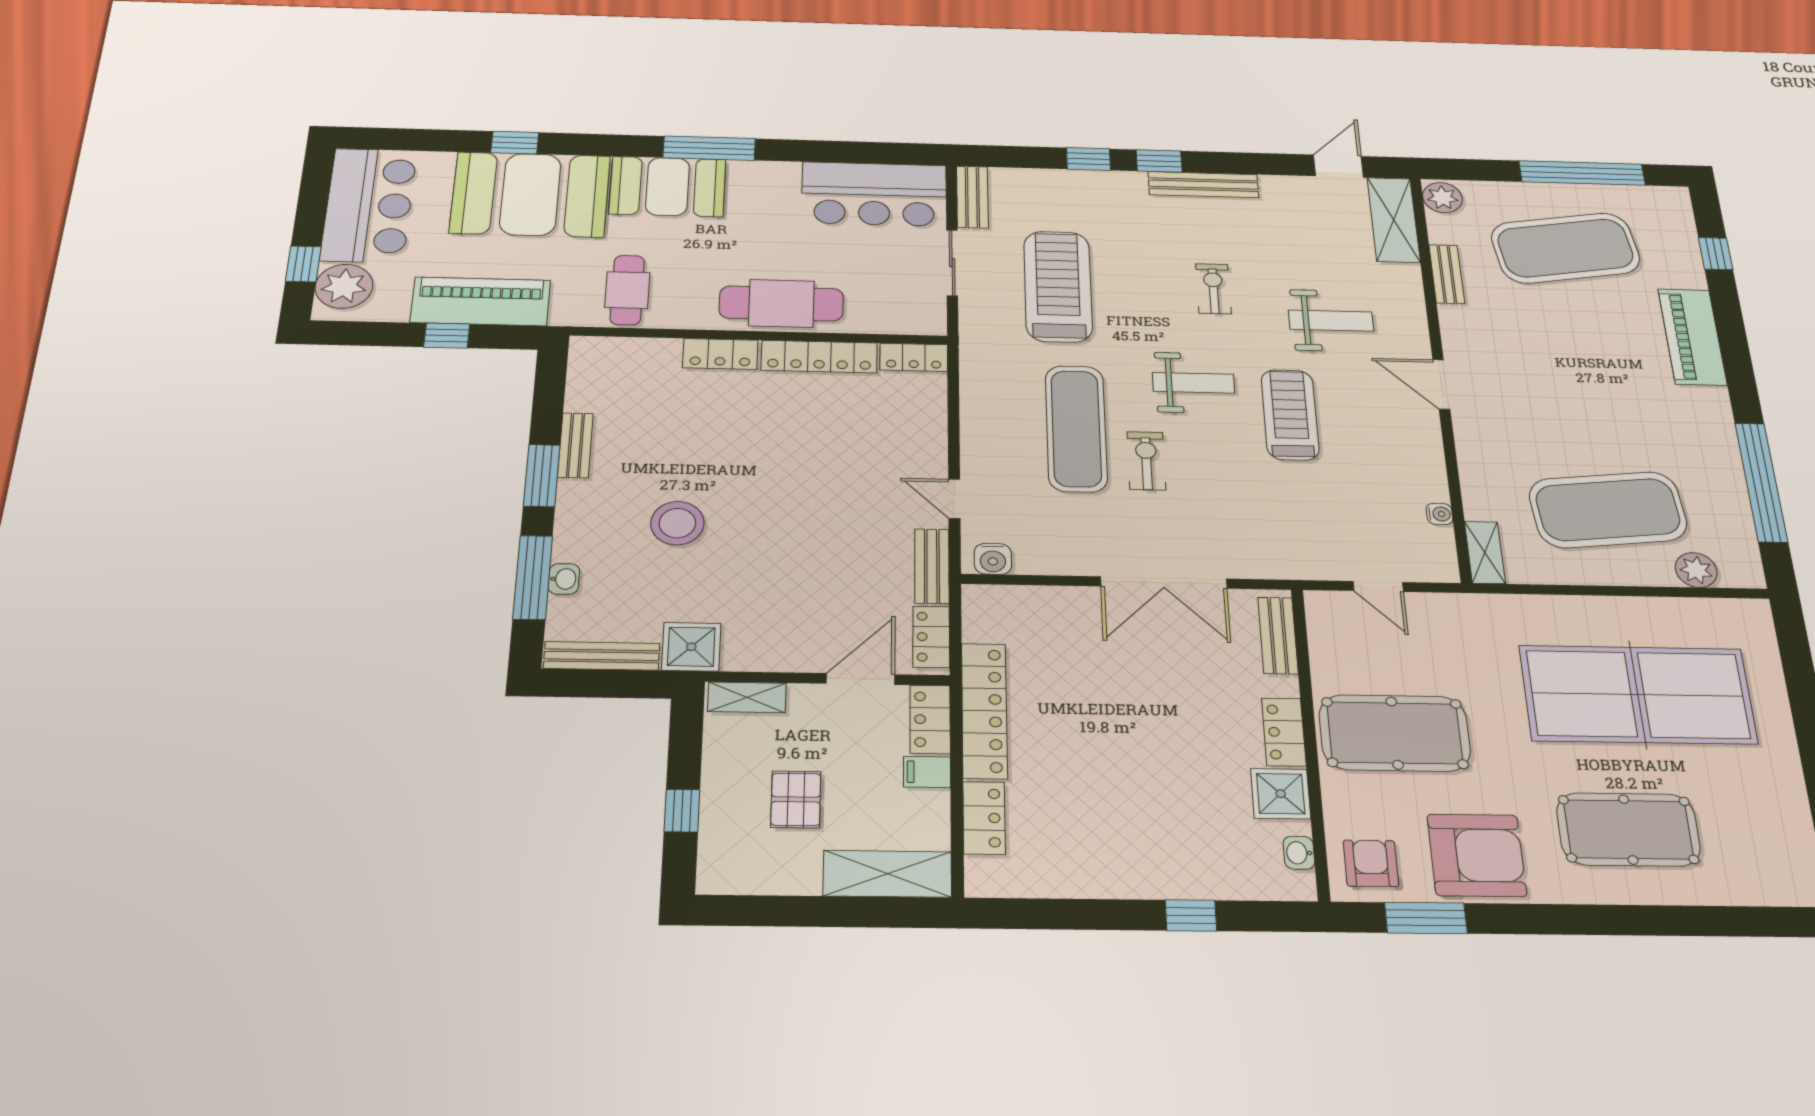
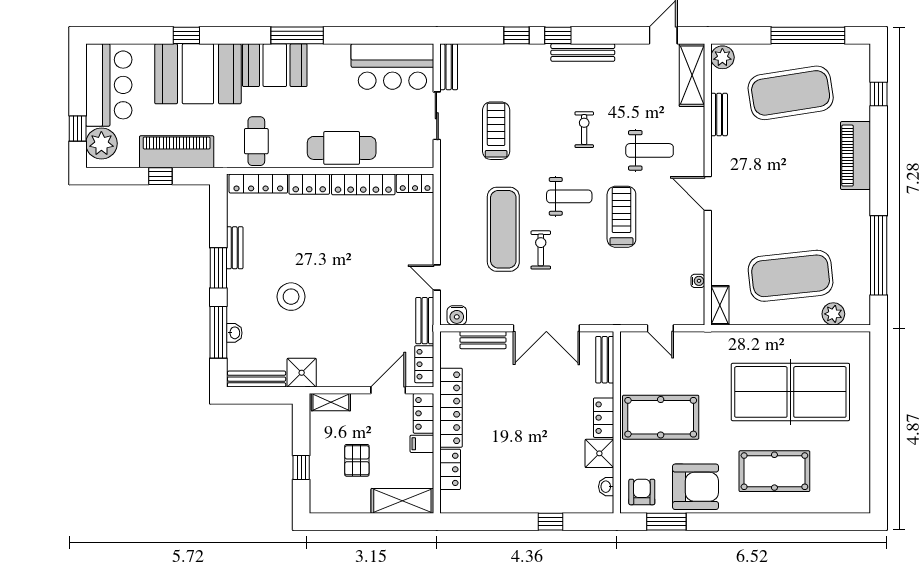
treadmill: (1058, 286) -> (496, 131), width x0.73, depth x0.73
locker: (627, 351) -> (258, 184), added
bench: (1044, 599) -> (483, 340), added

